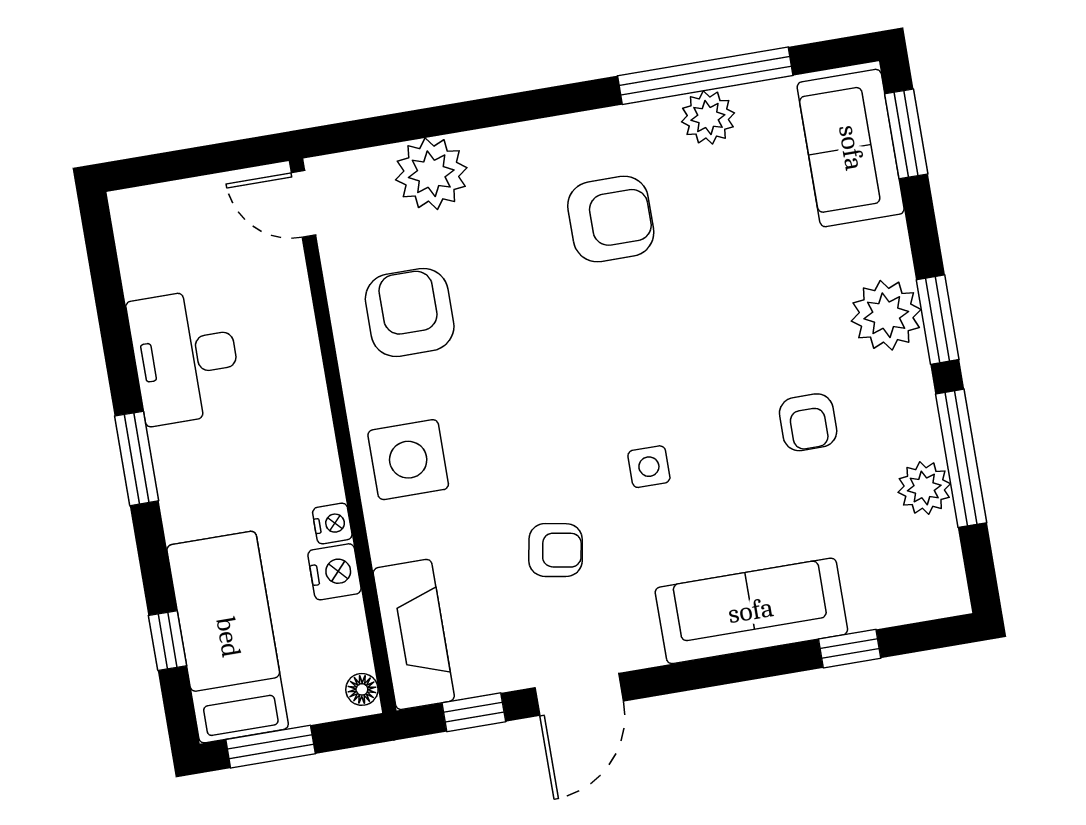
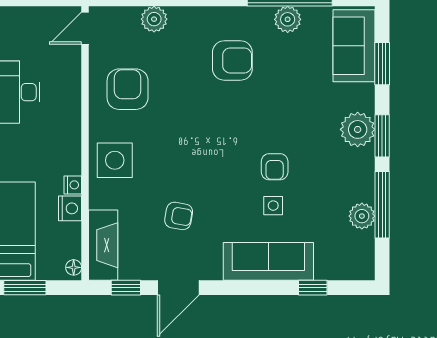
window: (906, 134) -> (382, 64), moved
plant: (431, 174) -> (154, 19), width x0.73, depth x0.73
door: (303, 204) -> (85, 28), hinge flipped
armchair: (808, 422) -> (275, 167), moved
side table: (649, 467) -> (273, 206), moved

